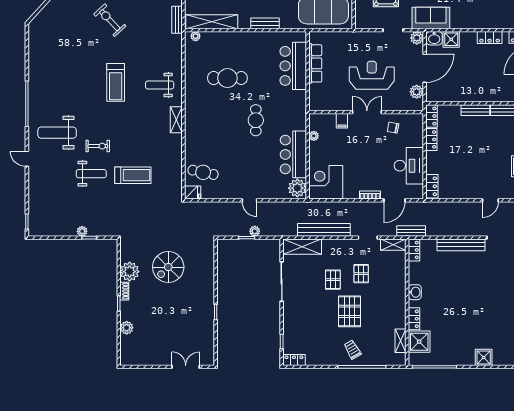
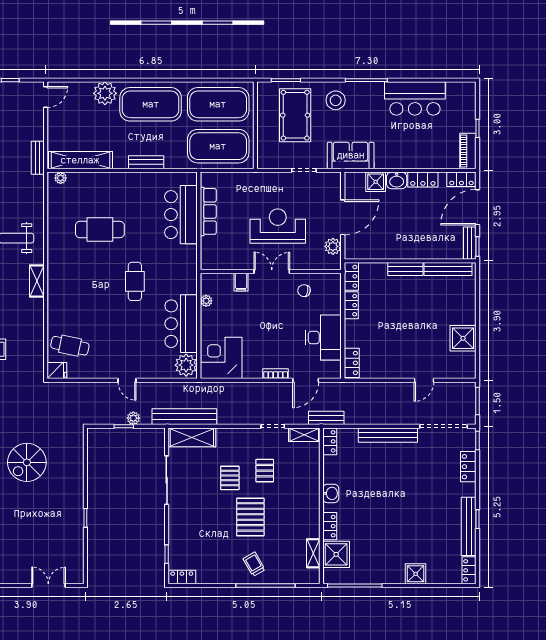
plant: (417, 38) -> (333, 180), removed
washbasin: (434, 38) -> (397, 180), moved
bench: (324, 230) -> (184, 417), moved

